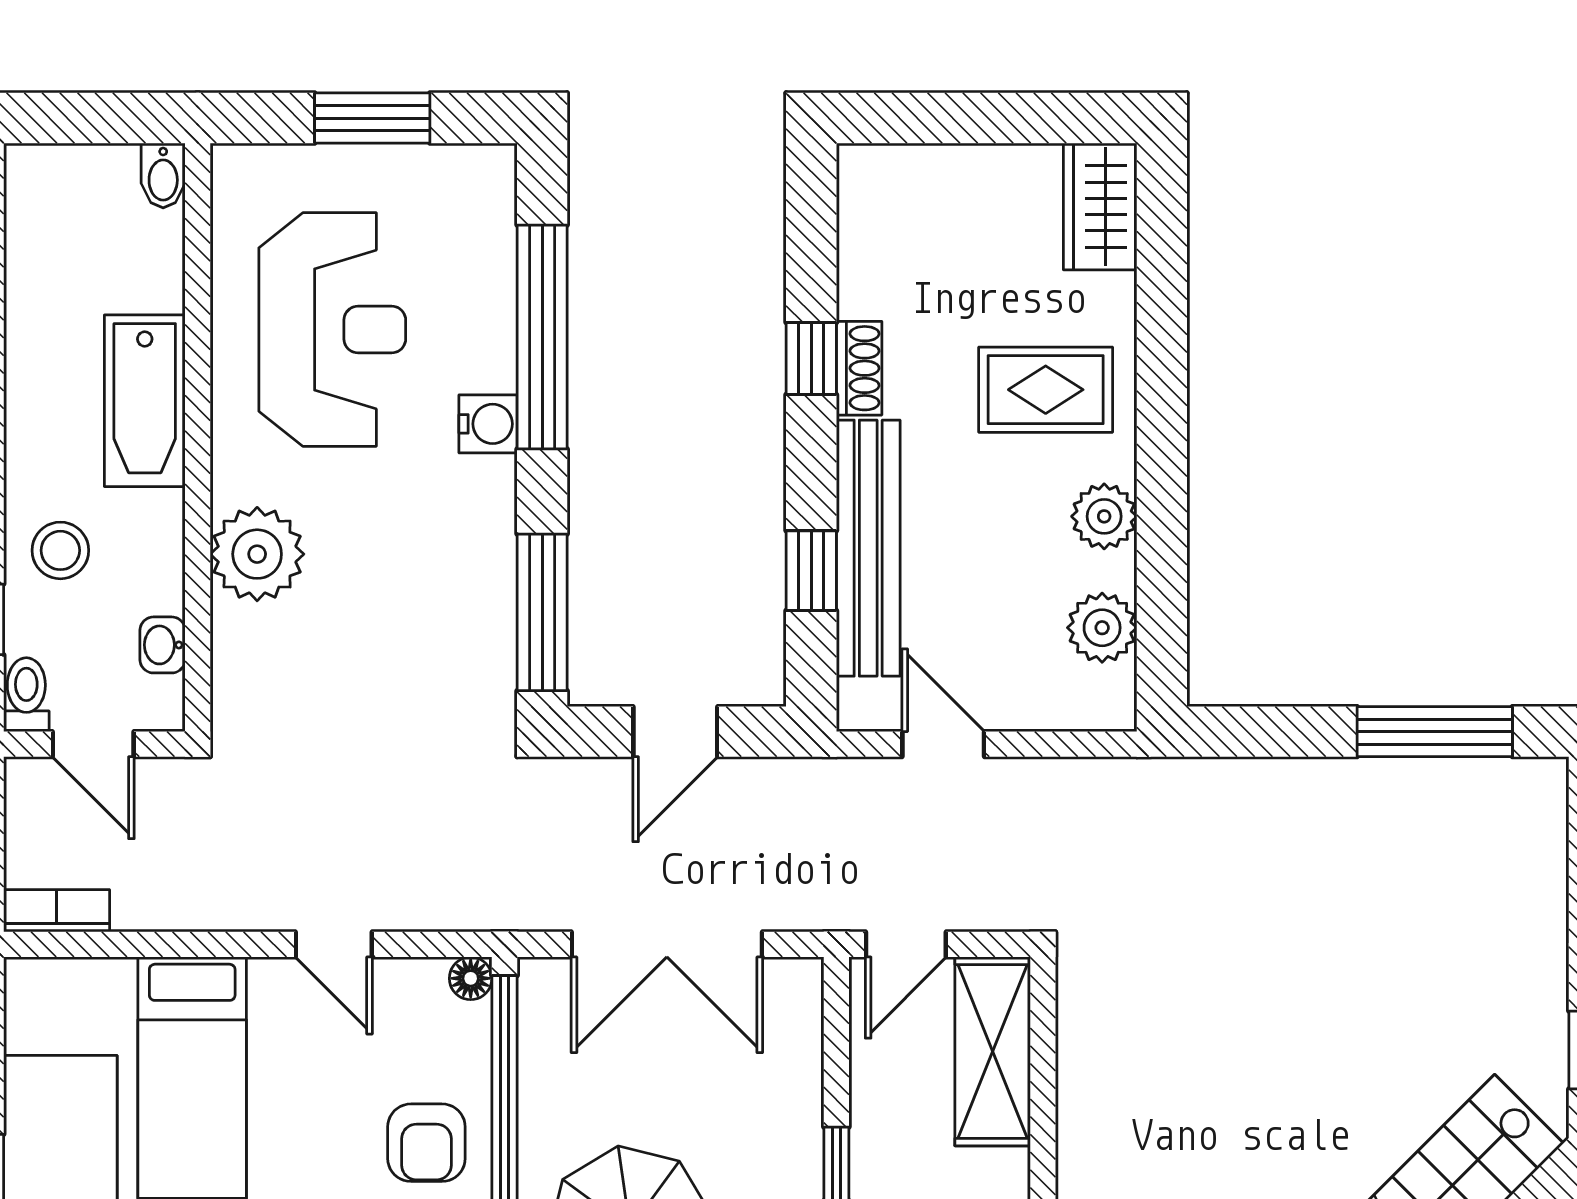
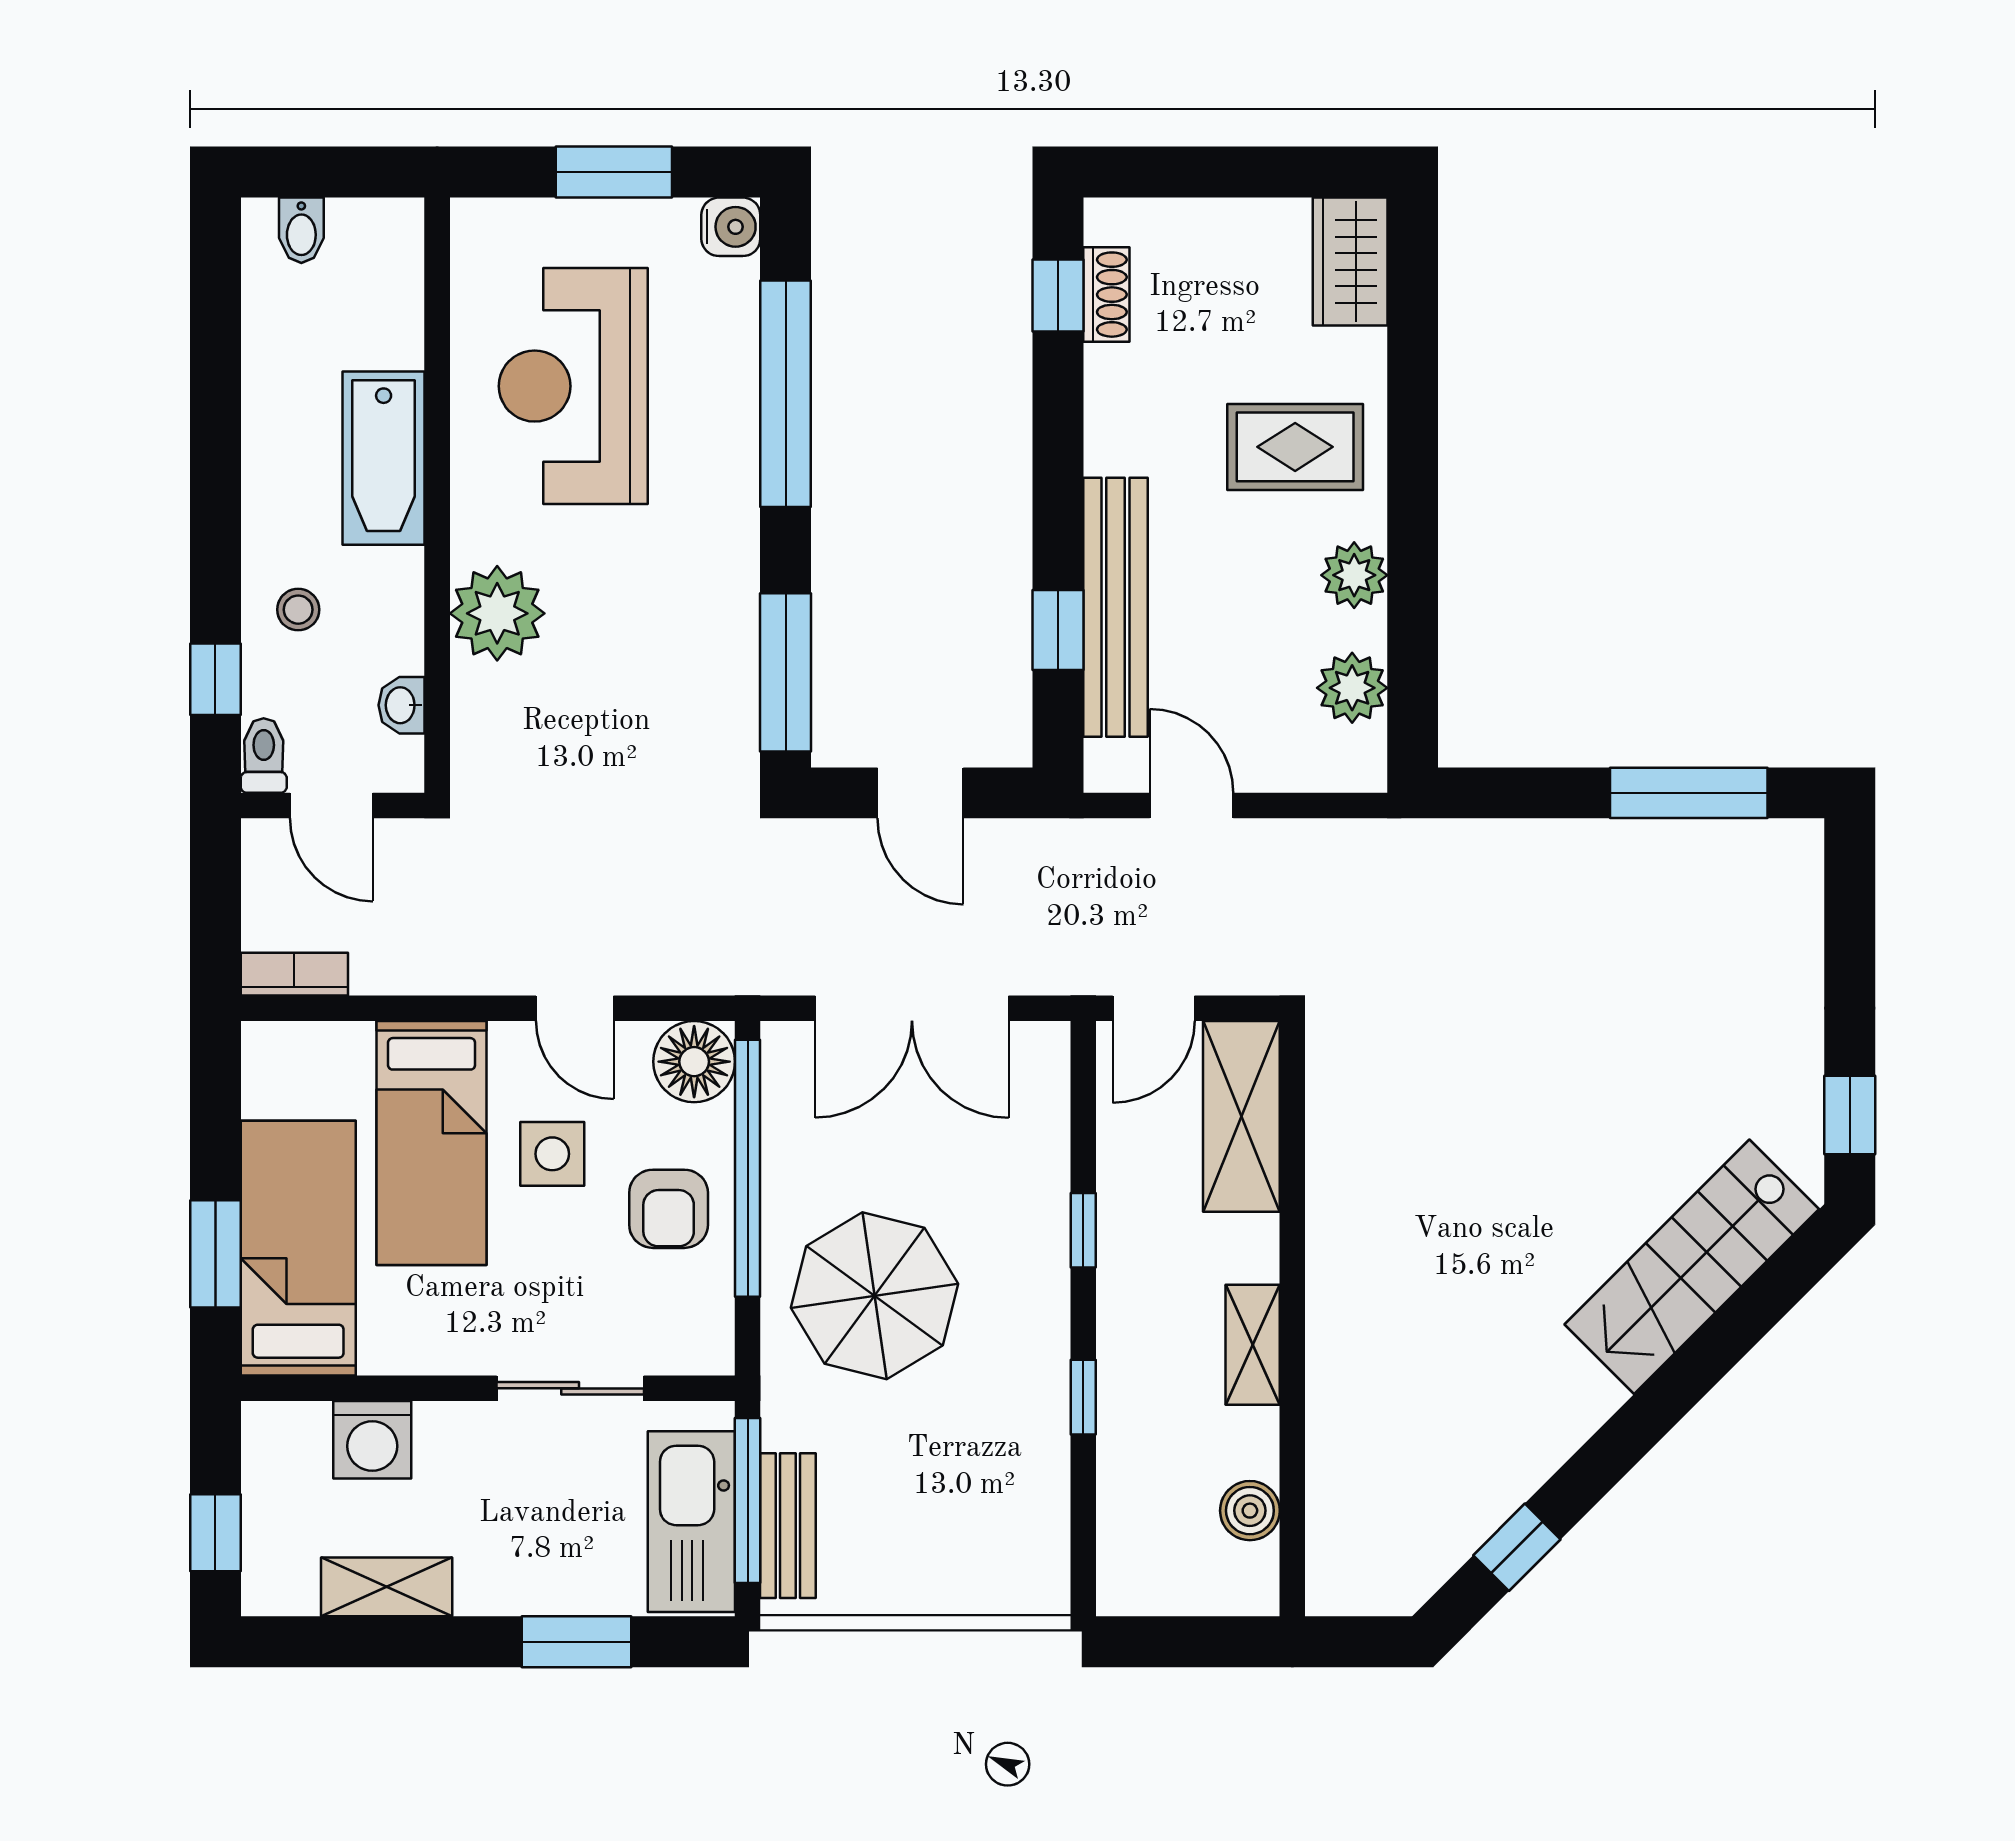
bidet: (163, 176) -> (301, 230), moved
reception desk: (332, 330) -> (573, 386), turned 180
window: (811, 358) -> (1058, 295), moved
shoe rack: (859, 368) -> (1106, 295), moved
water cooler: (488, 424) -> (731, 227), moved
stool: (60, 550) -> (298, 610), width x0.73, depth x0.73
door: (675, 732) -> (920, 793), hinge flipped
floor lamp: (471, 978) -> (694, 1062), width x1.89, depth x1.89
side table: (311, 1088) -> (552, 1154), added

